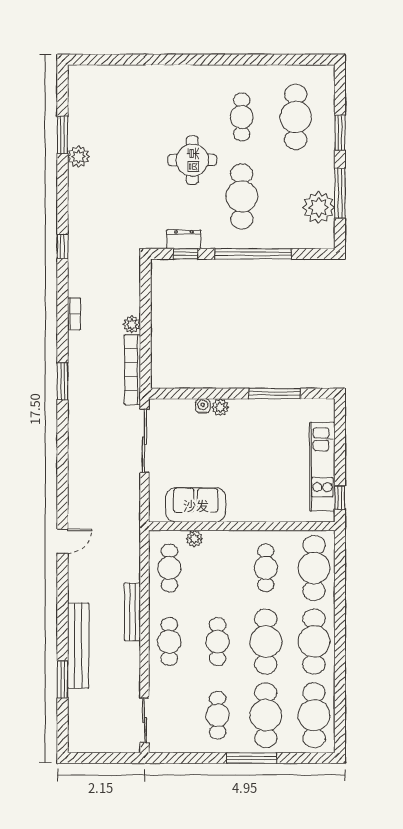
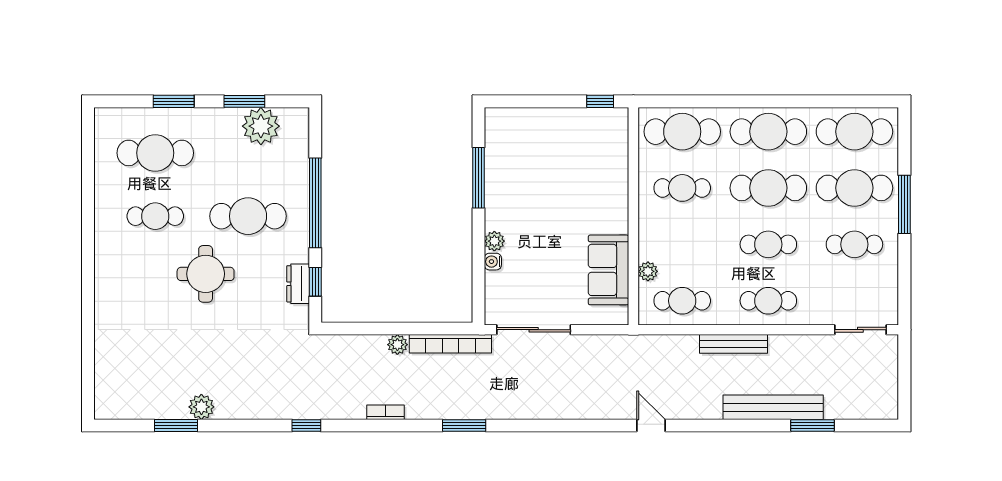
window: (340, 193) -> (244, 101), width x0.69
kitchen unit: (322, 467) -> (564, 122), removed

